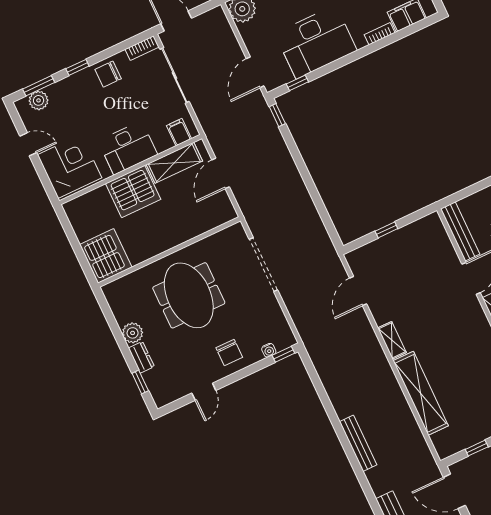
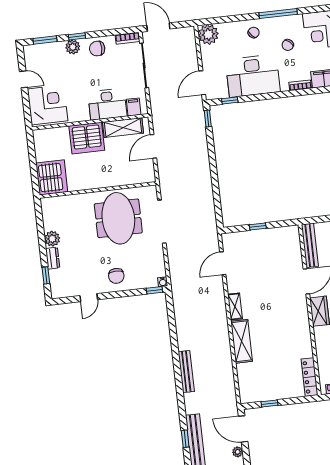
plant: (39, 100) -> (73, 47), moved
desk: (128, 148) -> (107, 104), moved
meeting table: (189, 295) -> (118, 218), moved
water cooler: (269, 350) -> (163, 282), moved
shelving: (421, 393) -> (242, 341), width x0.68

